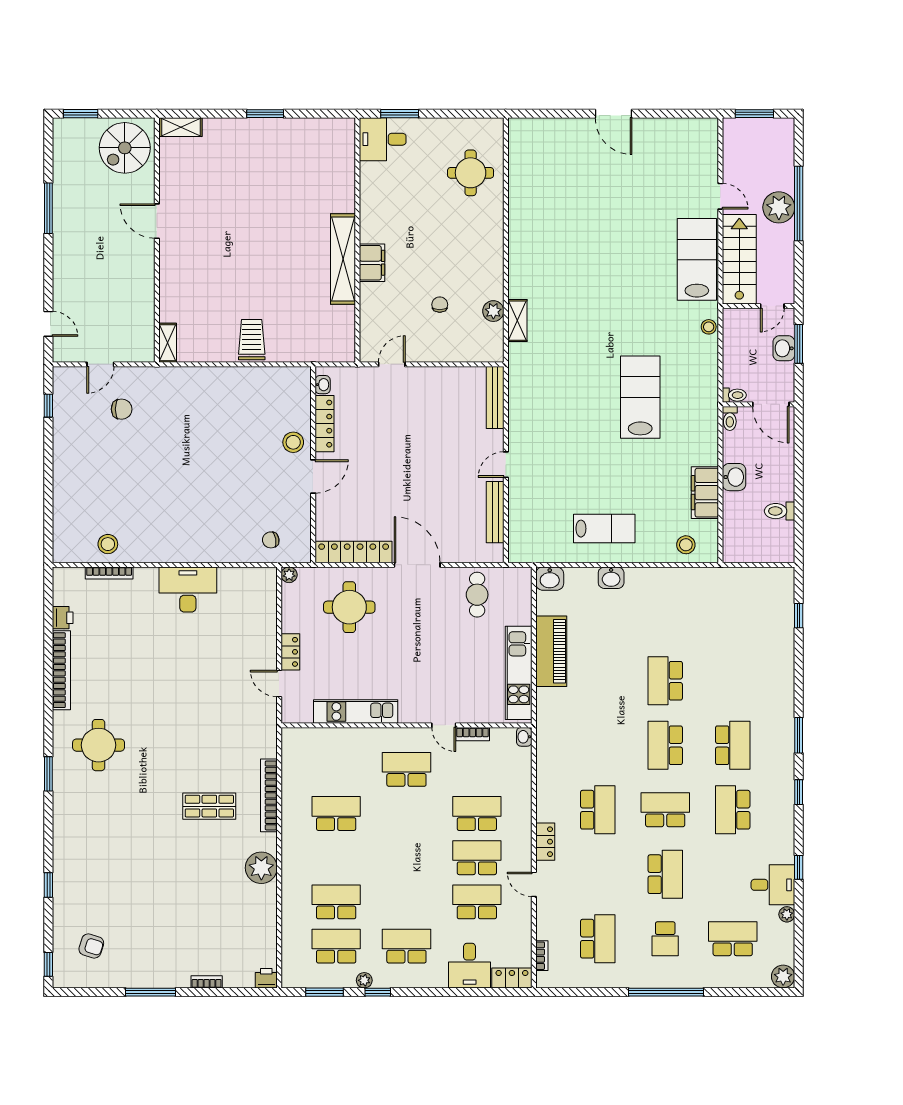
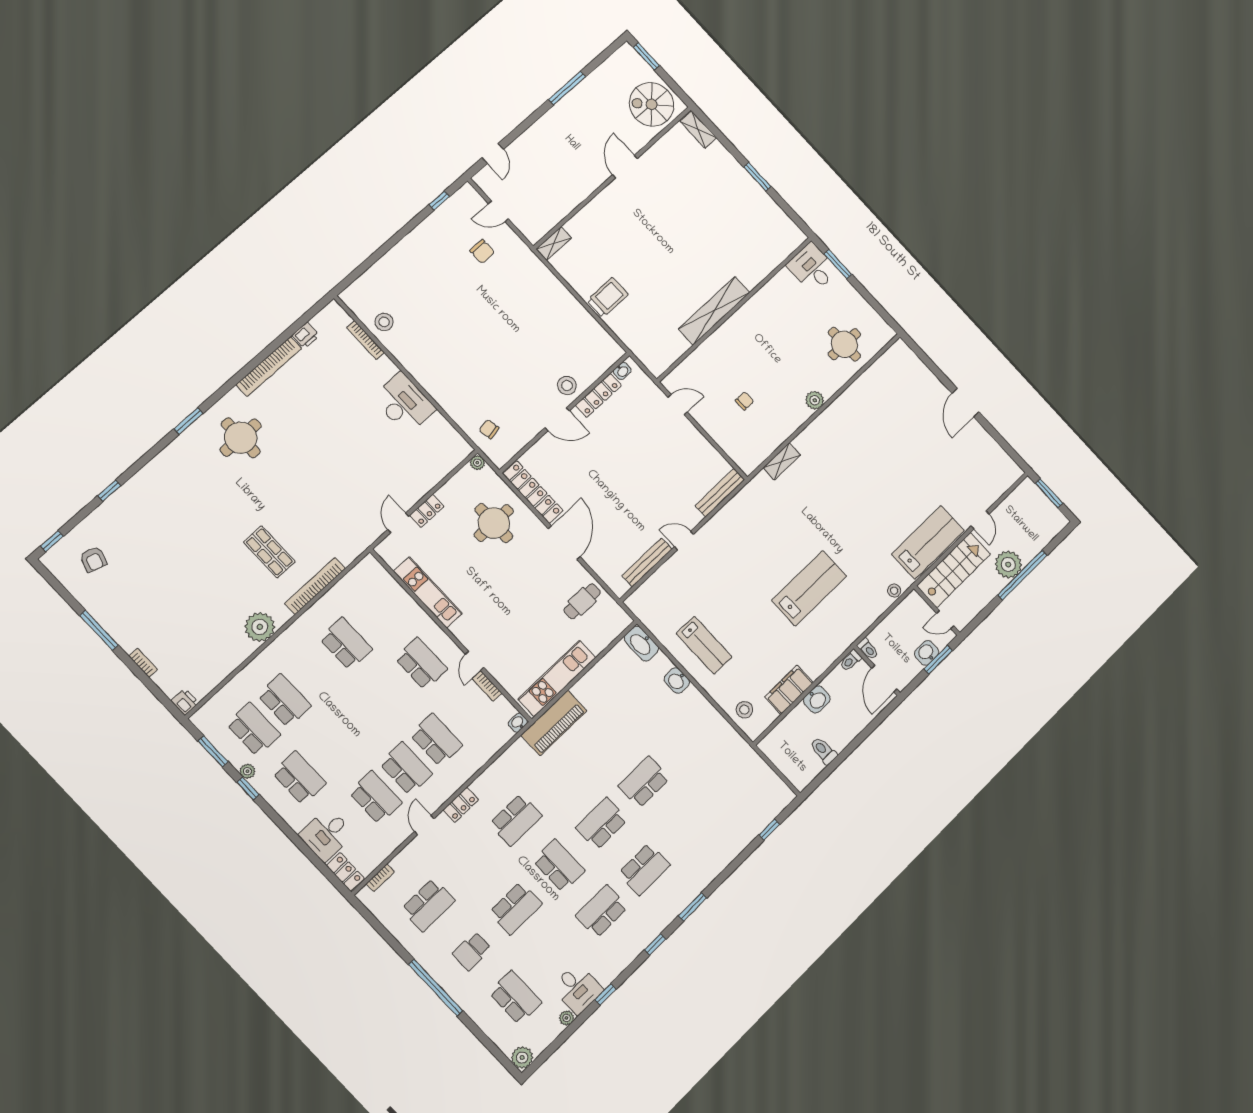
filing cabinet: (372, 263) -> (729, 332), removed
plant: (493, 311) -> (815, 400), moved
washbasin: (550, 579) -> (641, 644), width x1.38
piano: (551, 651) -> (554, 723), moved

